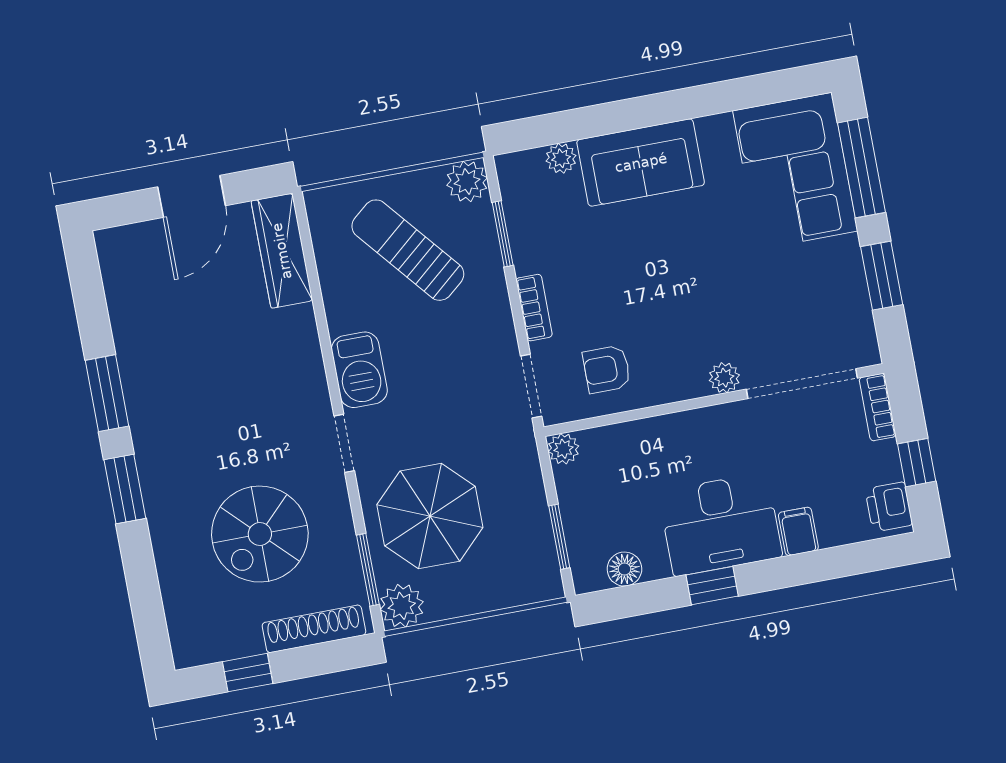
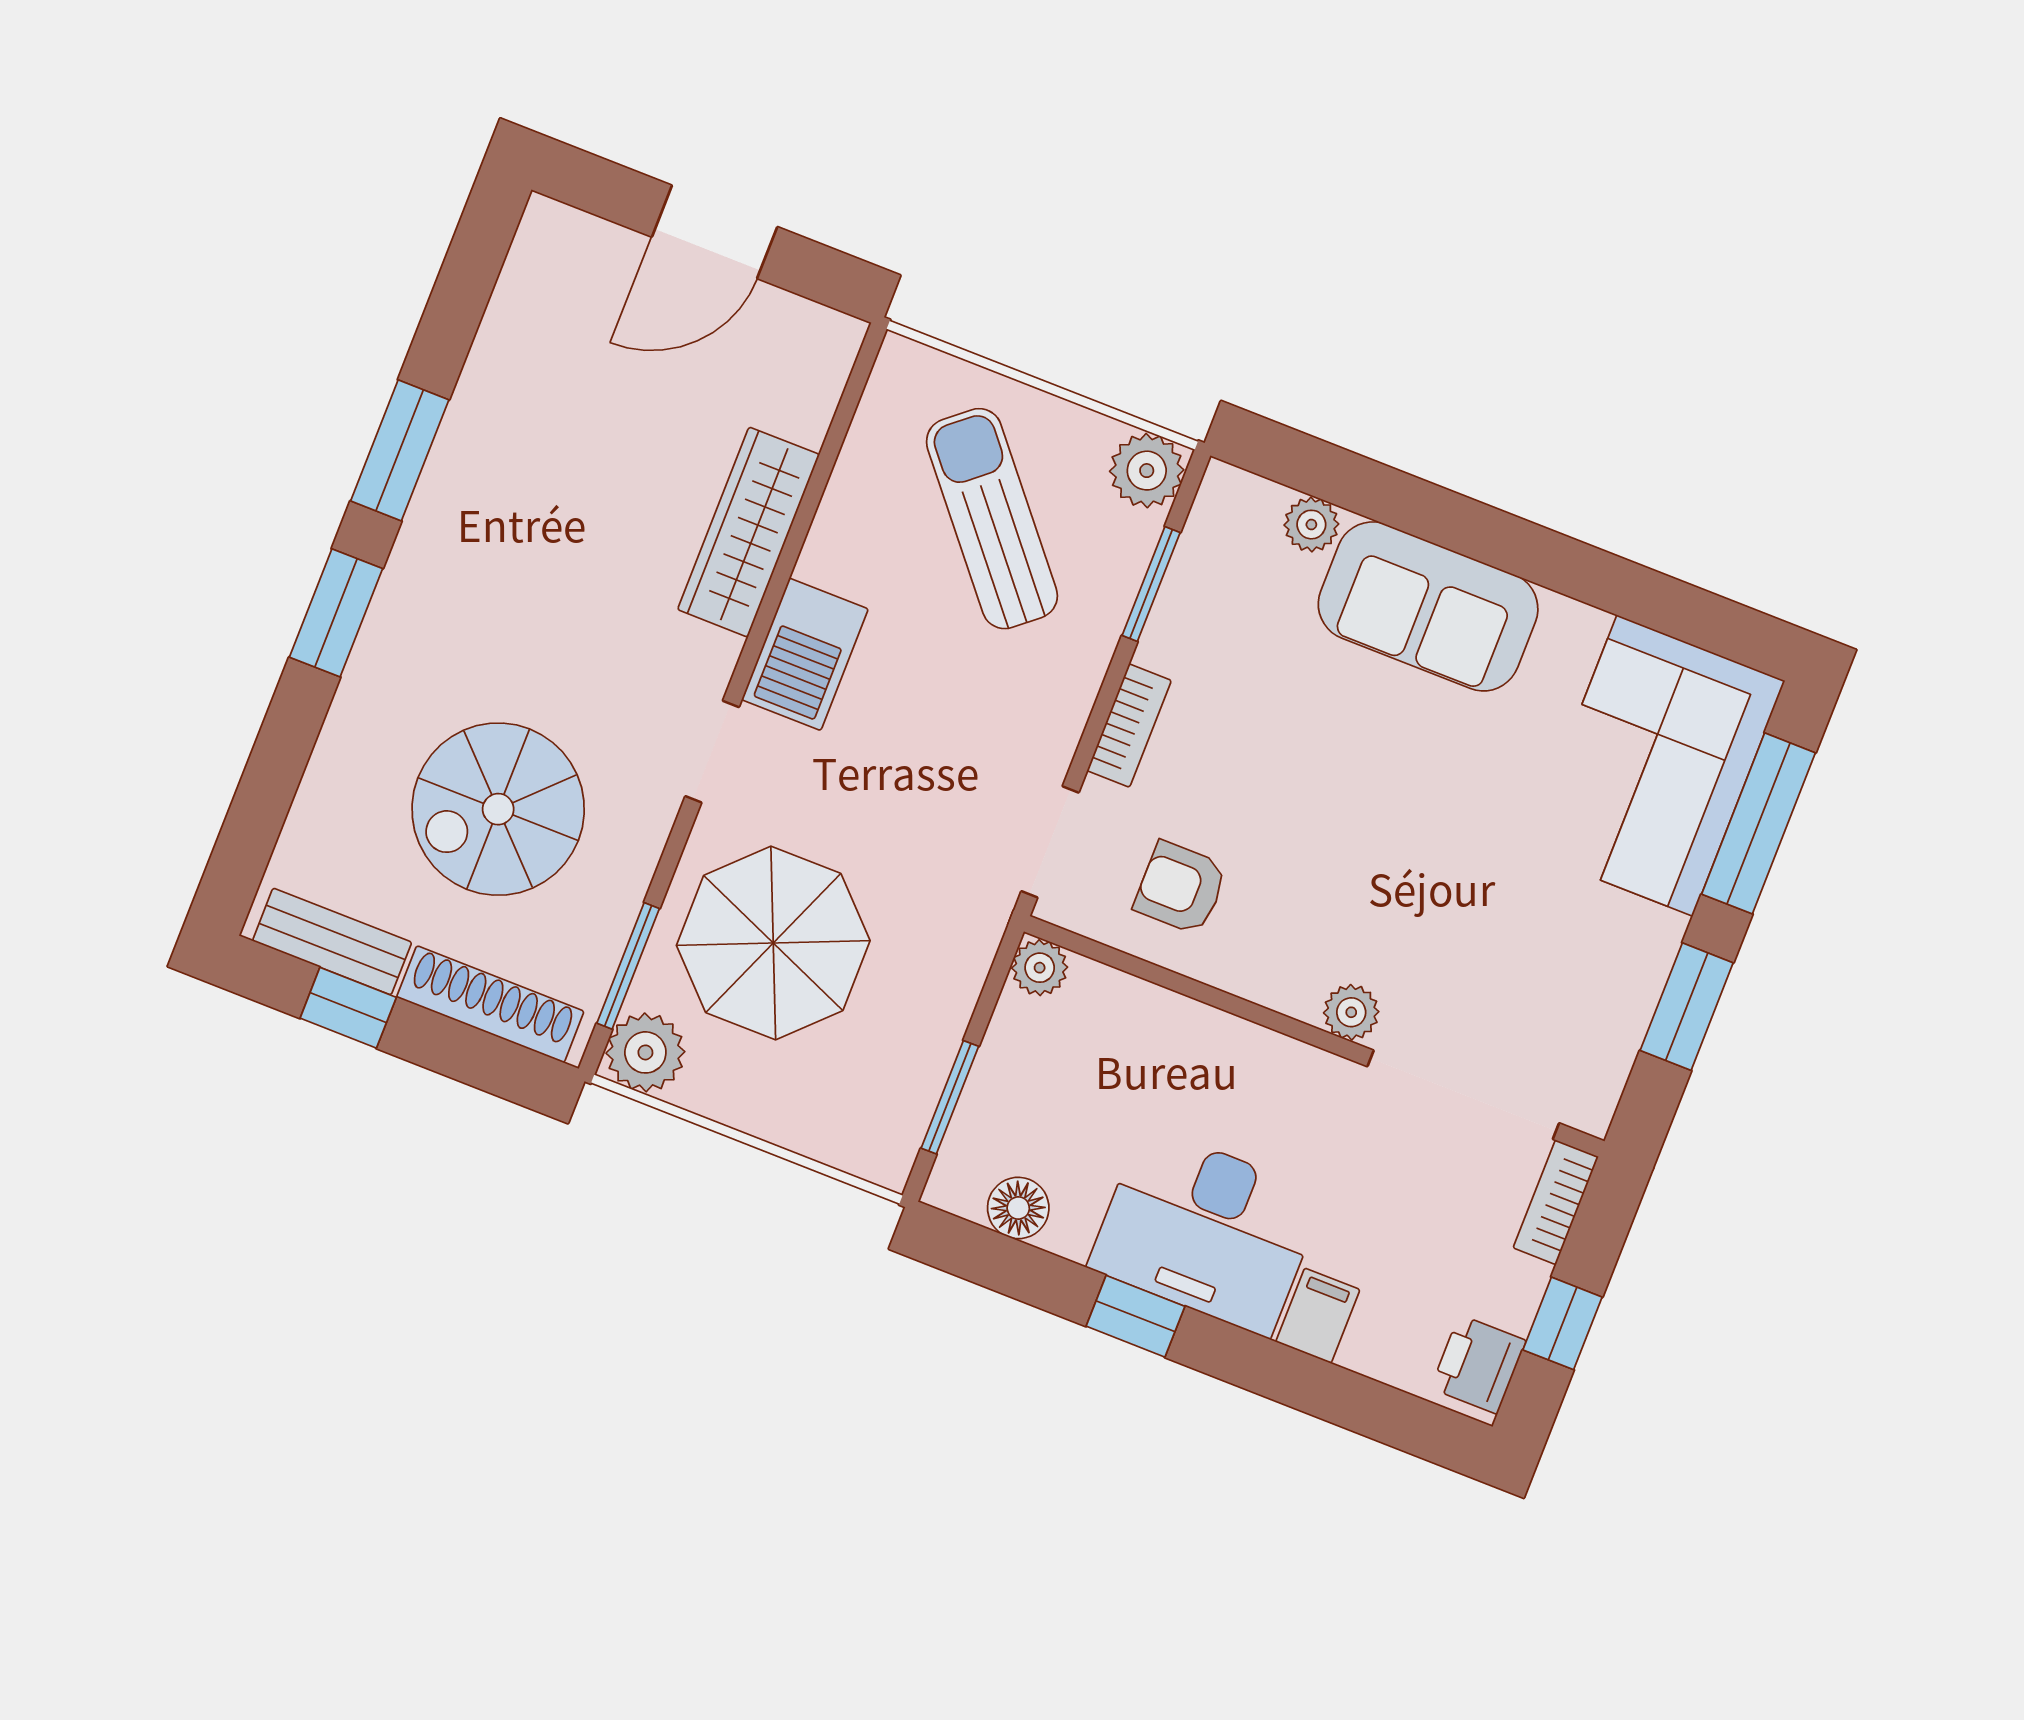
wardrobe: (282, 251) -> (749, 532), moved
bench: (220, 646) -> (332, 941), added

